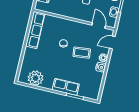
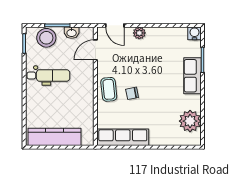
coffee table: (82, 53) -> (109, 89), moved
water cooler: (101, 67) -> (194, 33), moved

